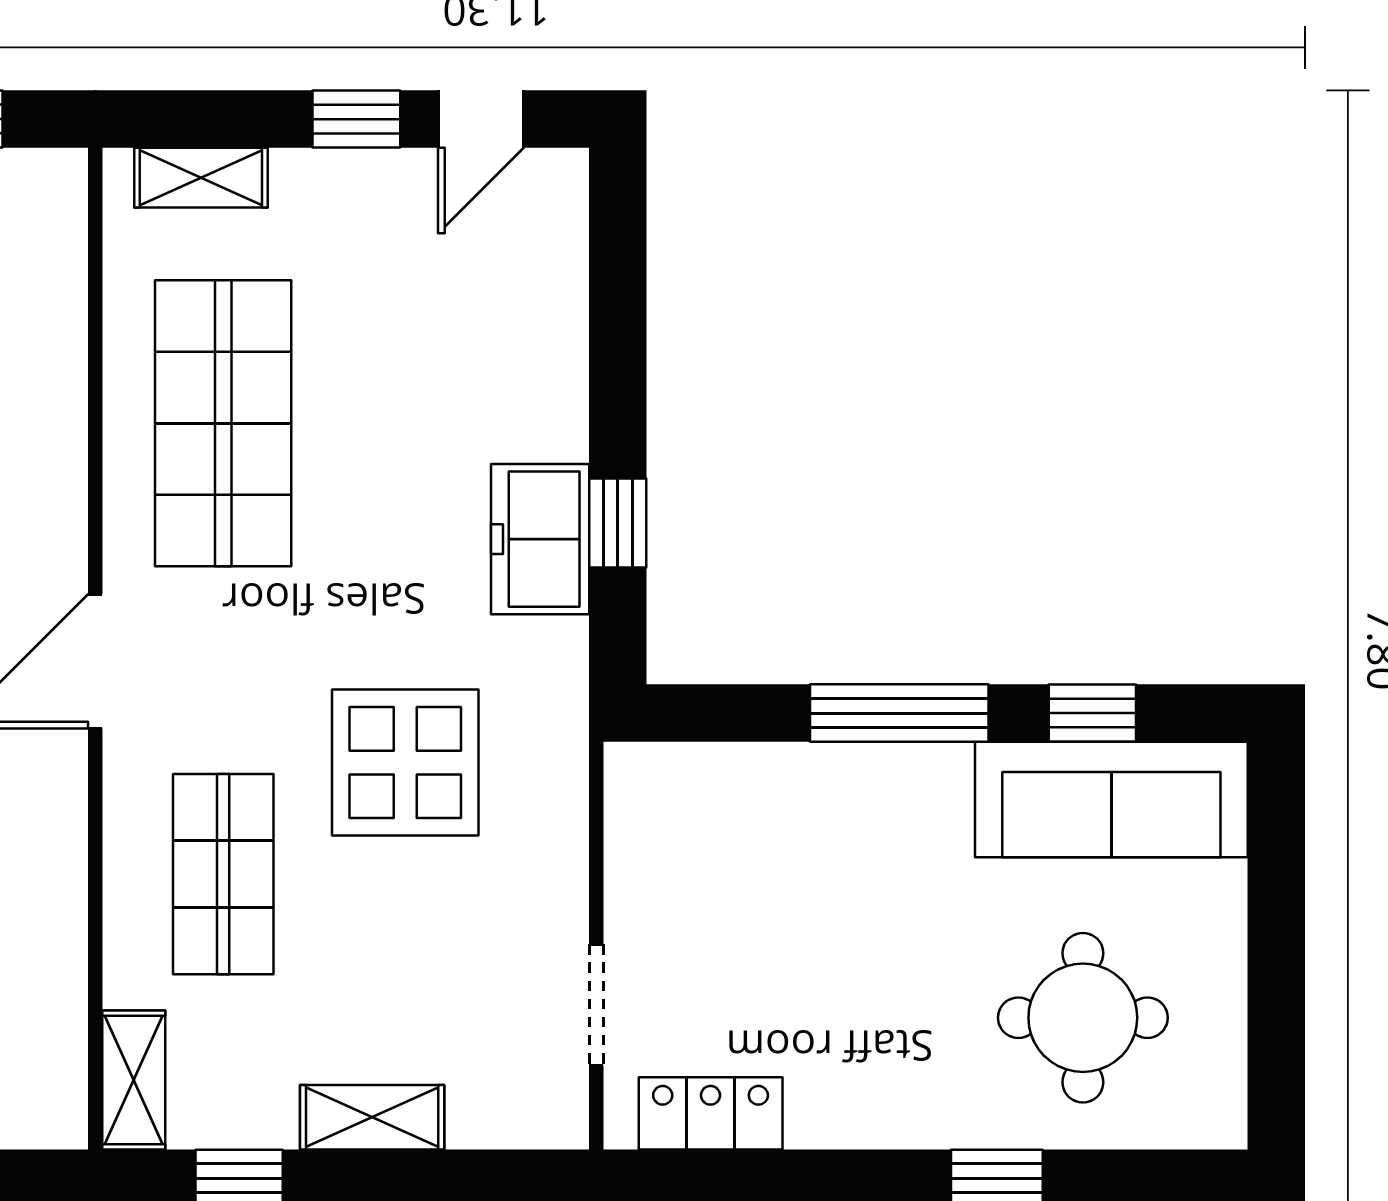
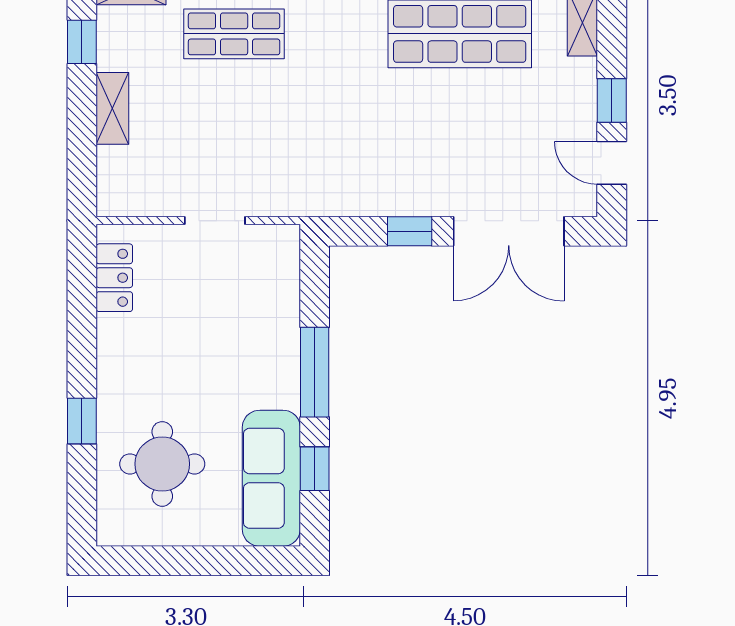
double door: (618, 325) -> (509, 231), added
freezer: (540, 539) -> (402, 192), removed
display table: (405, 763) -> (290, 125), removed
doorway: (596, 1005) -> (215, 221), moved

